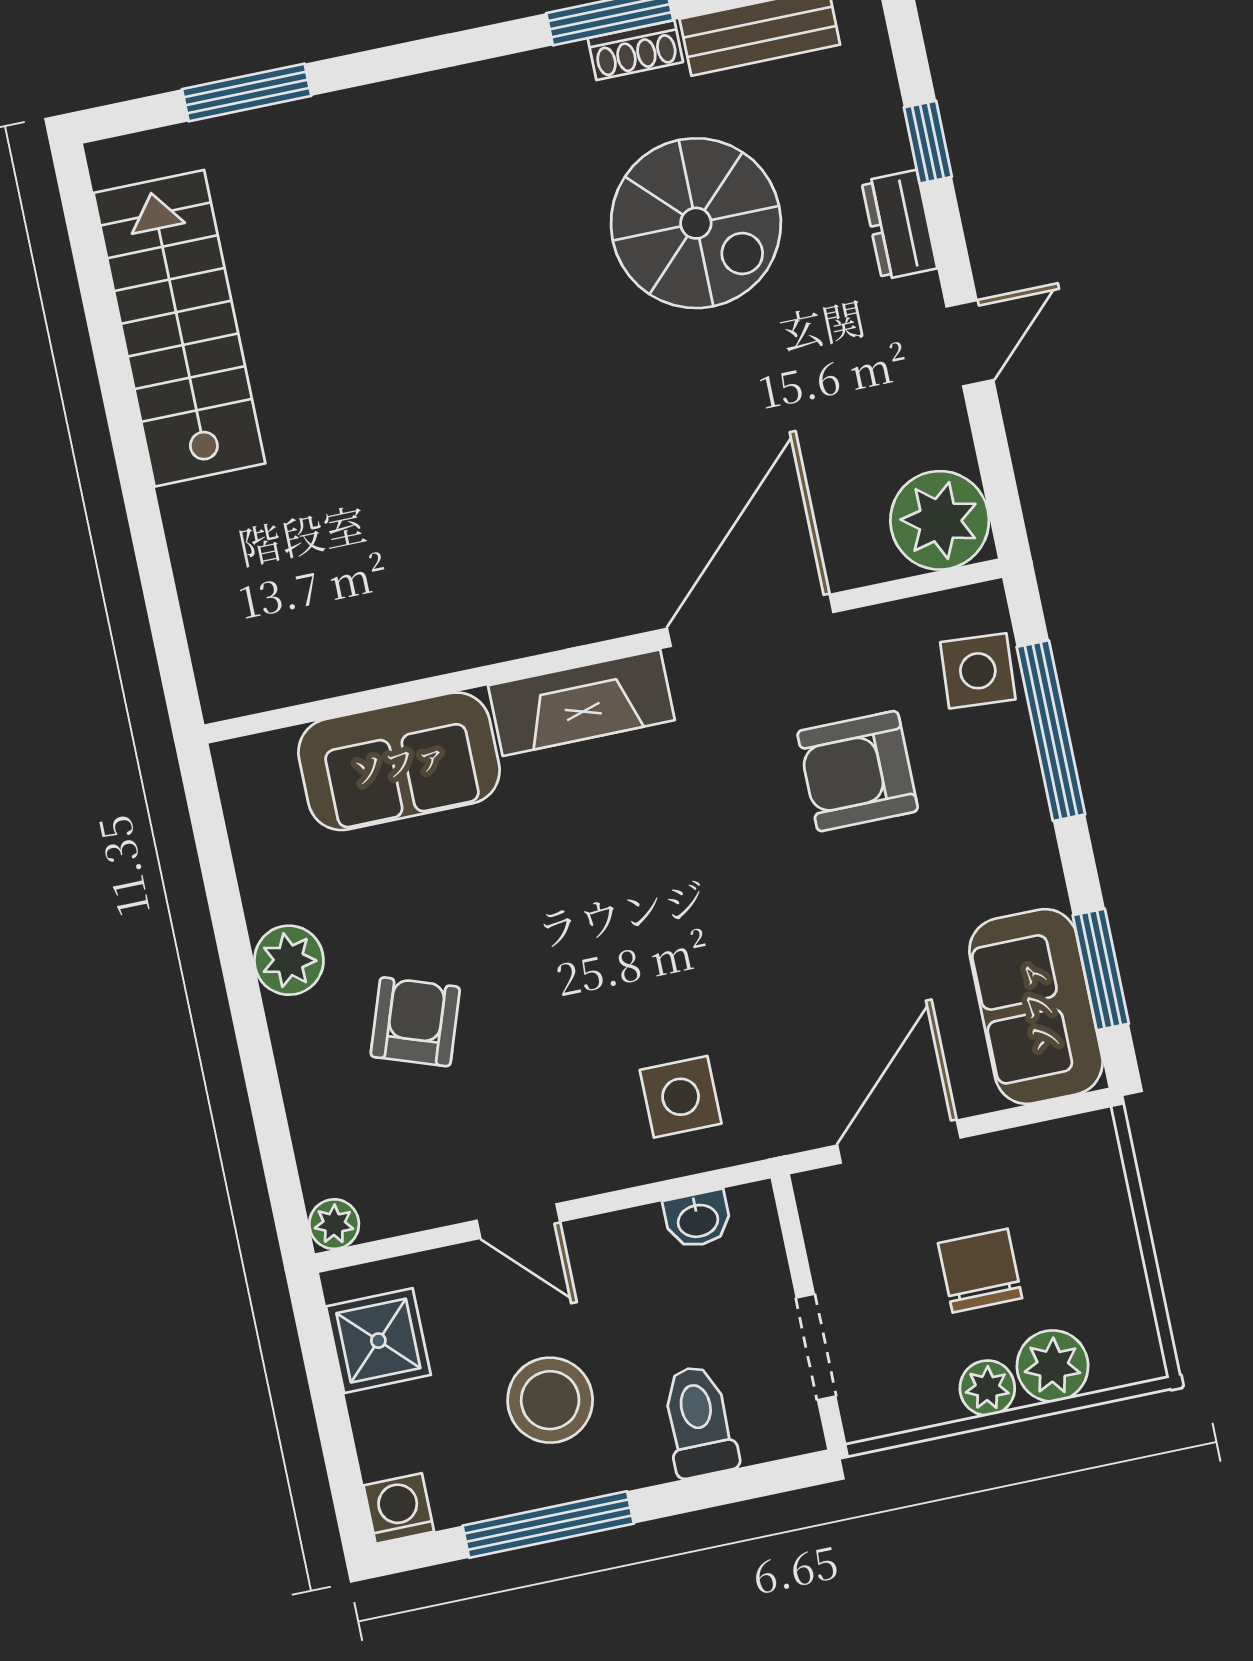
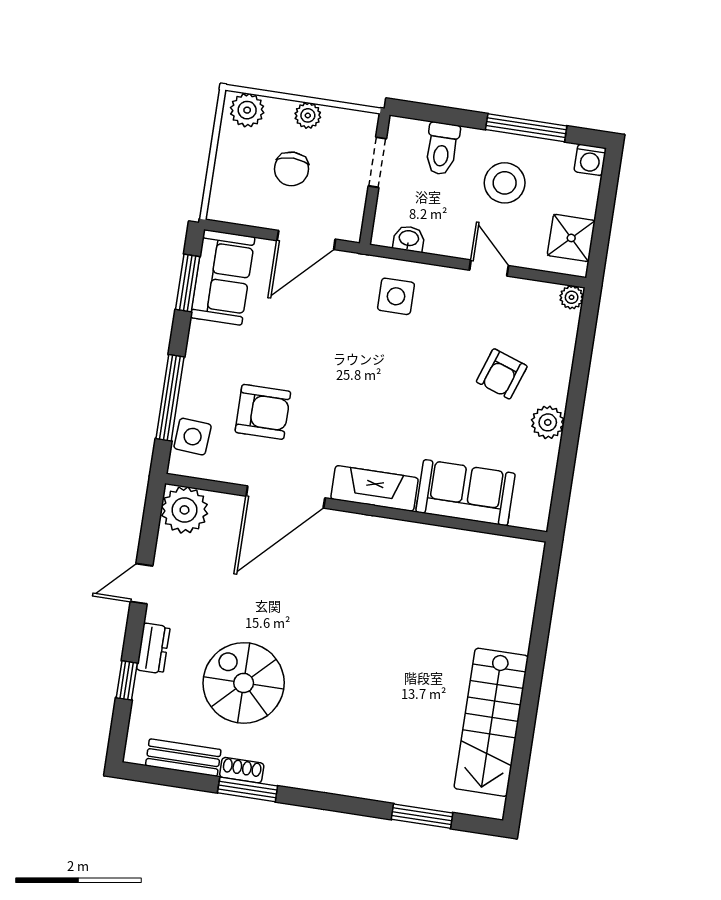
plant: (1053, 1366) -> (247, 110), moved

